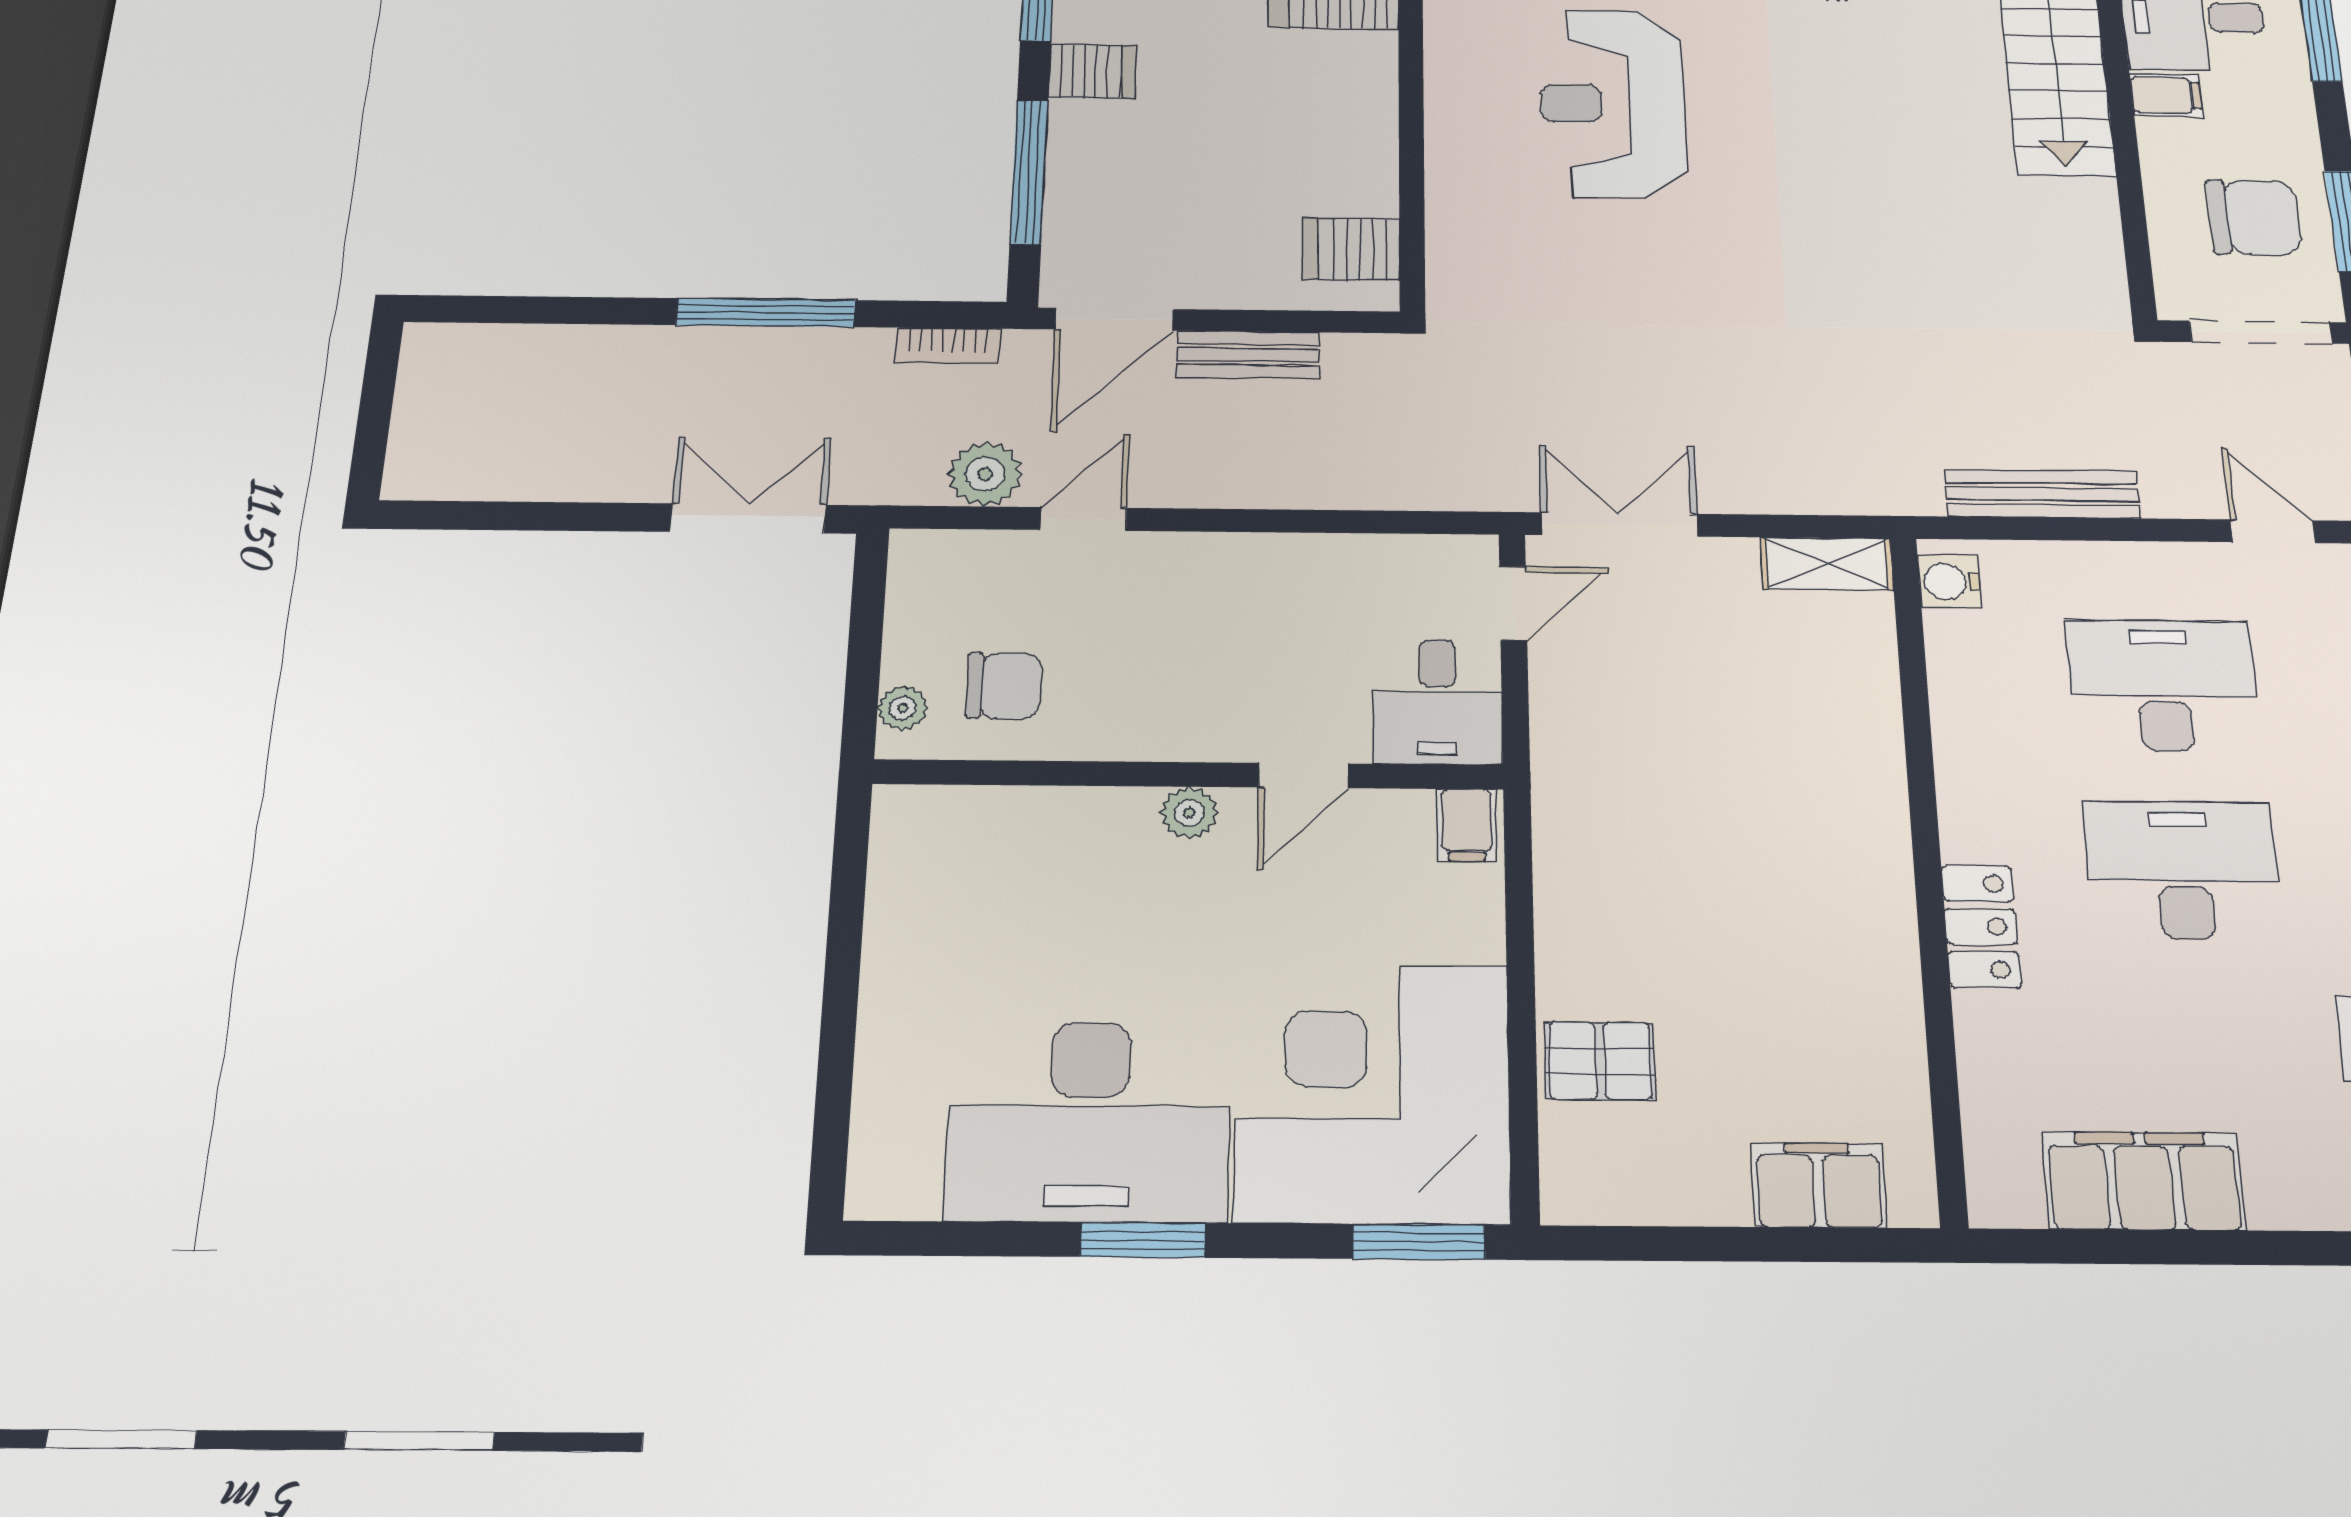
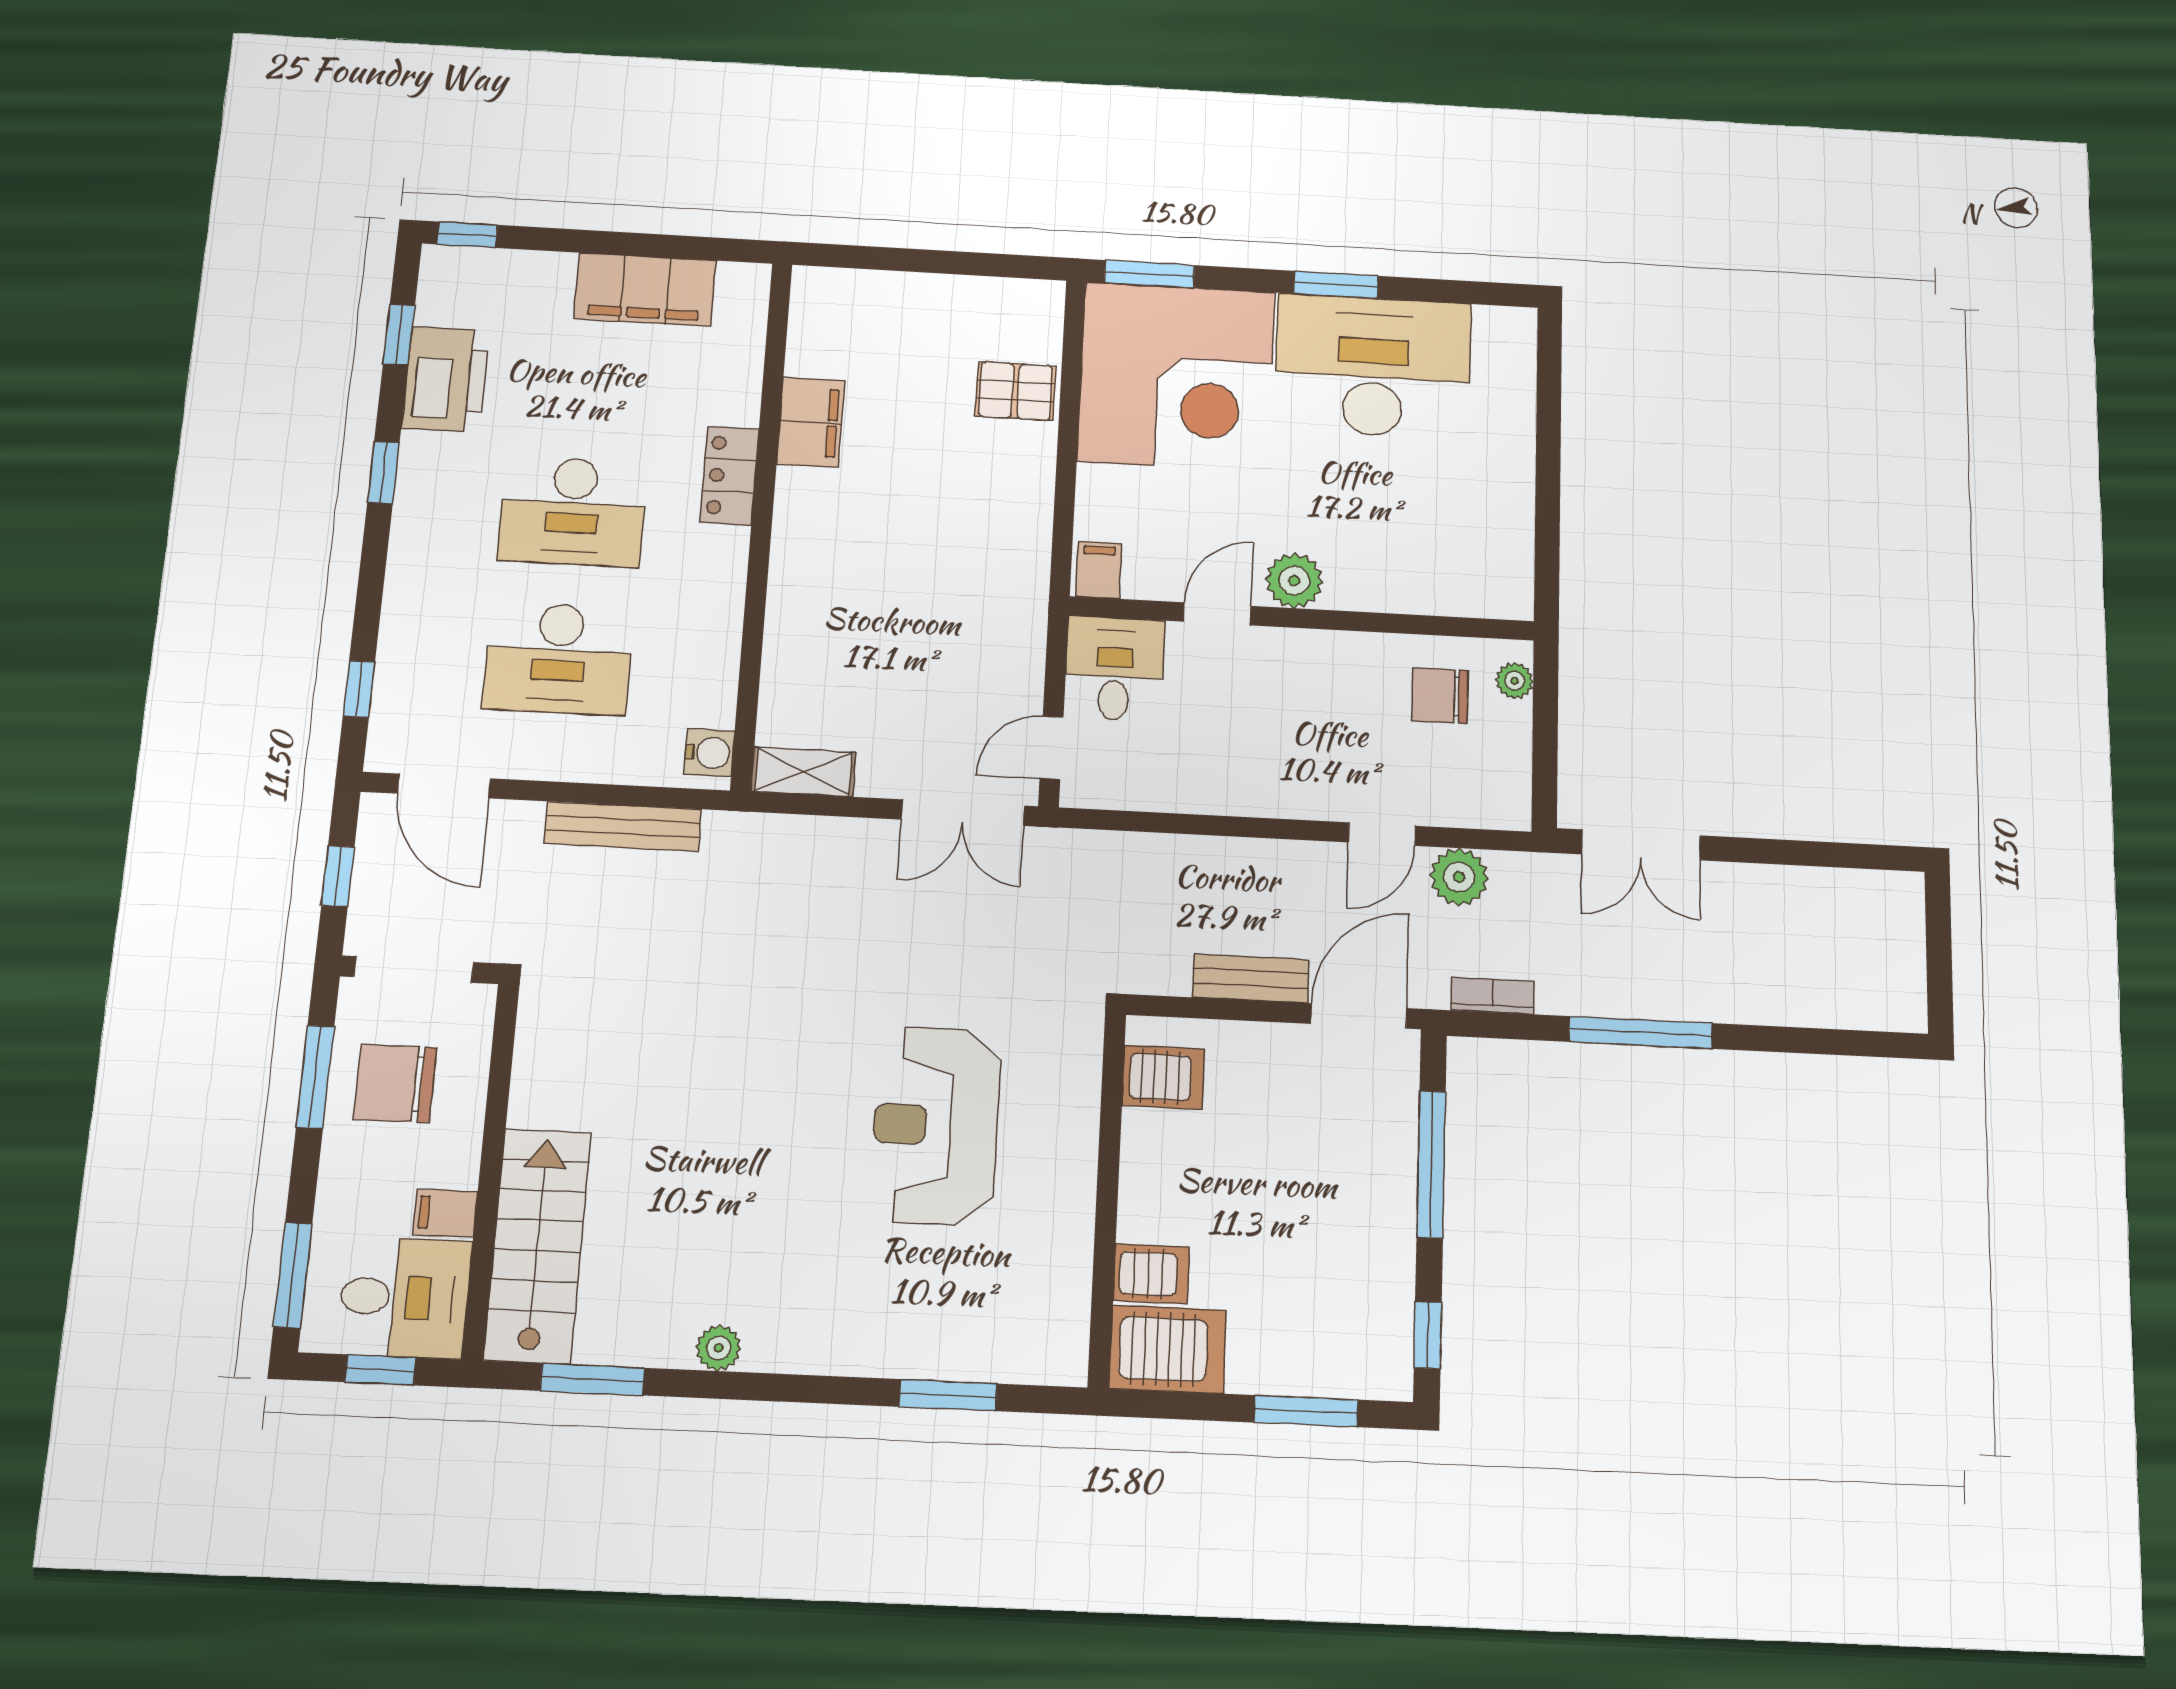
server rack: (1092, 71) -> (1151, 1274), moved, turned 180
reception desk: (1613, 104) -> (936, 1125), moved, turned 180
door: (2273, 531) -> (444, 786), width x1.38
plant: (1189, 813) -> (1294, 581), width x1.38, depth x1.38
filing cabinet: (1819, 1185) -> (811, 422), moved, turned -90

